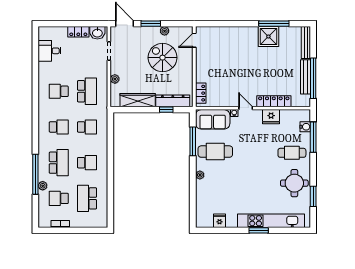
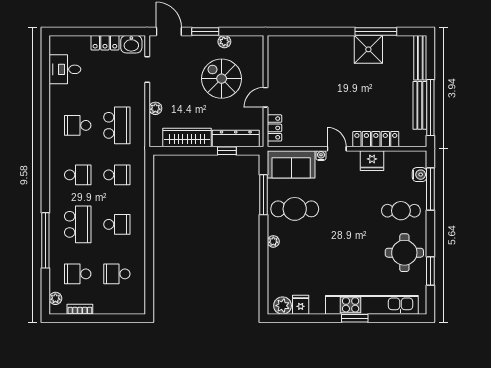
door: (194, 40) -> (266, 97), moved
plant: (43, 186) -> (55, 298), moved
school desk: (87, 198) -> (117, 274), width x0.54
plant: (206, 221) -> (283, 306), added

